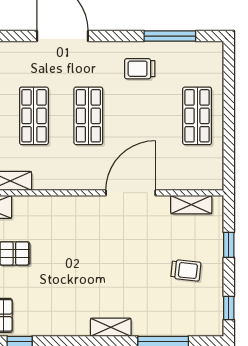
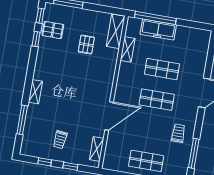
door: (131, 193) -> (109, 116), hinge flipped
window: (229, 308) -> (45, 162), moved

